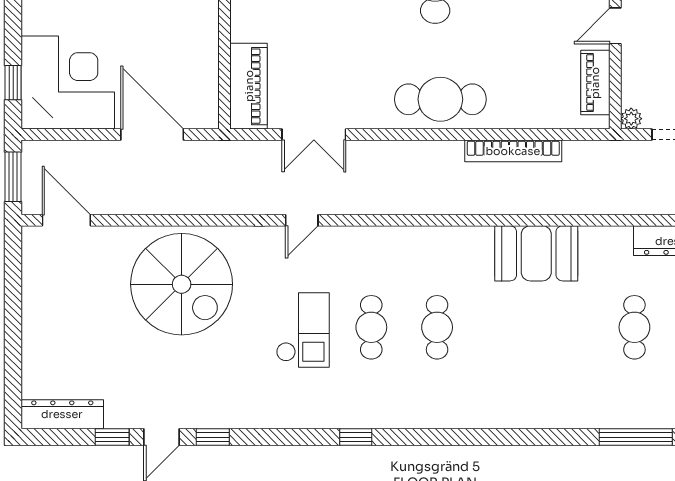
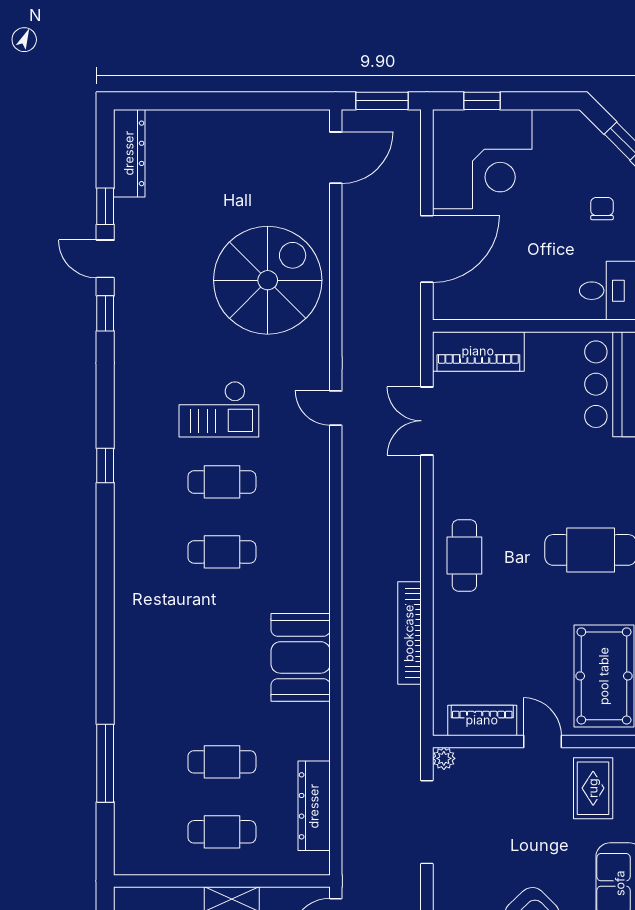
cafe table: (440, 99) -> (464, 555), width x0.73, depth x0.74
spiral stairs: (182, 284) -> (268, 280), turned 180

